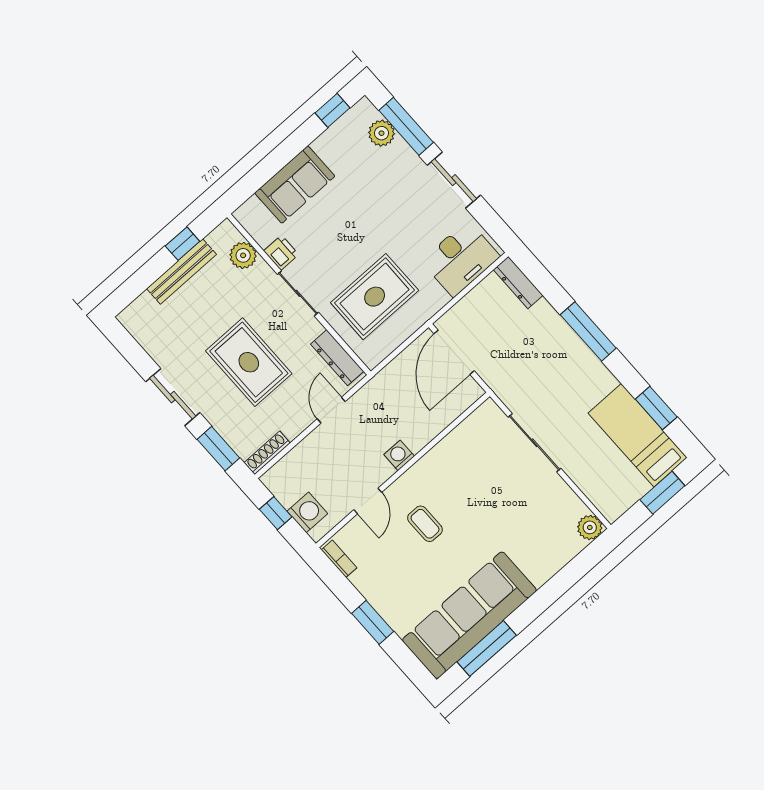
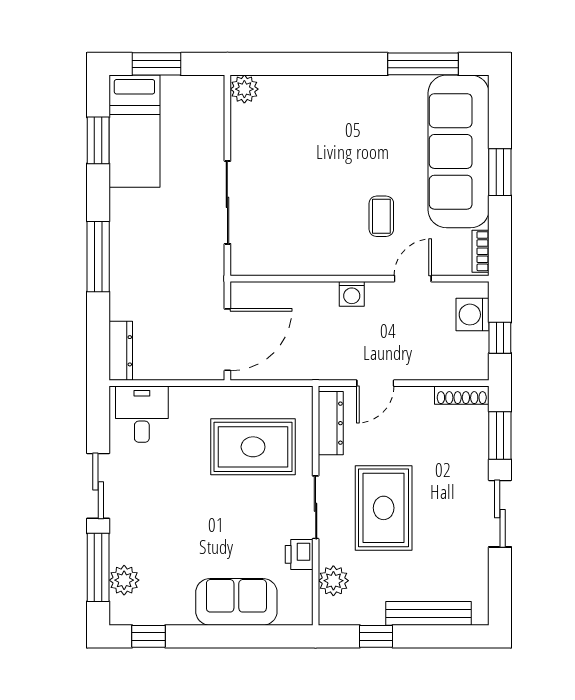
desk: (461, 259) -> (142, 414), width x0.73
bench: (182, 272) -> (429, 613), moved
rug: (249, 362) -> (384, 508), moved
sofa: (469, 615) -> (459, 151), moved, turned 90

